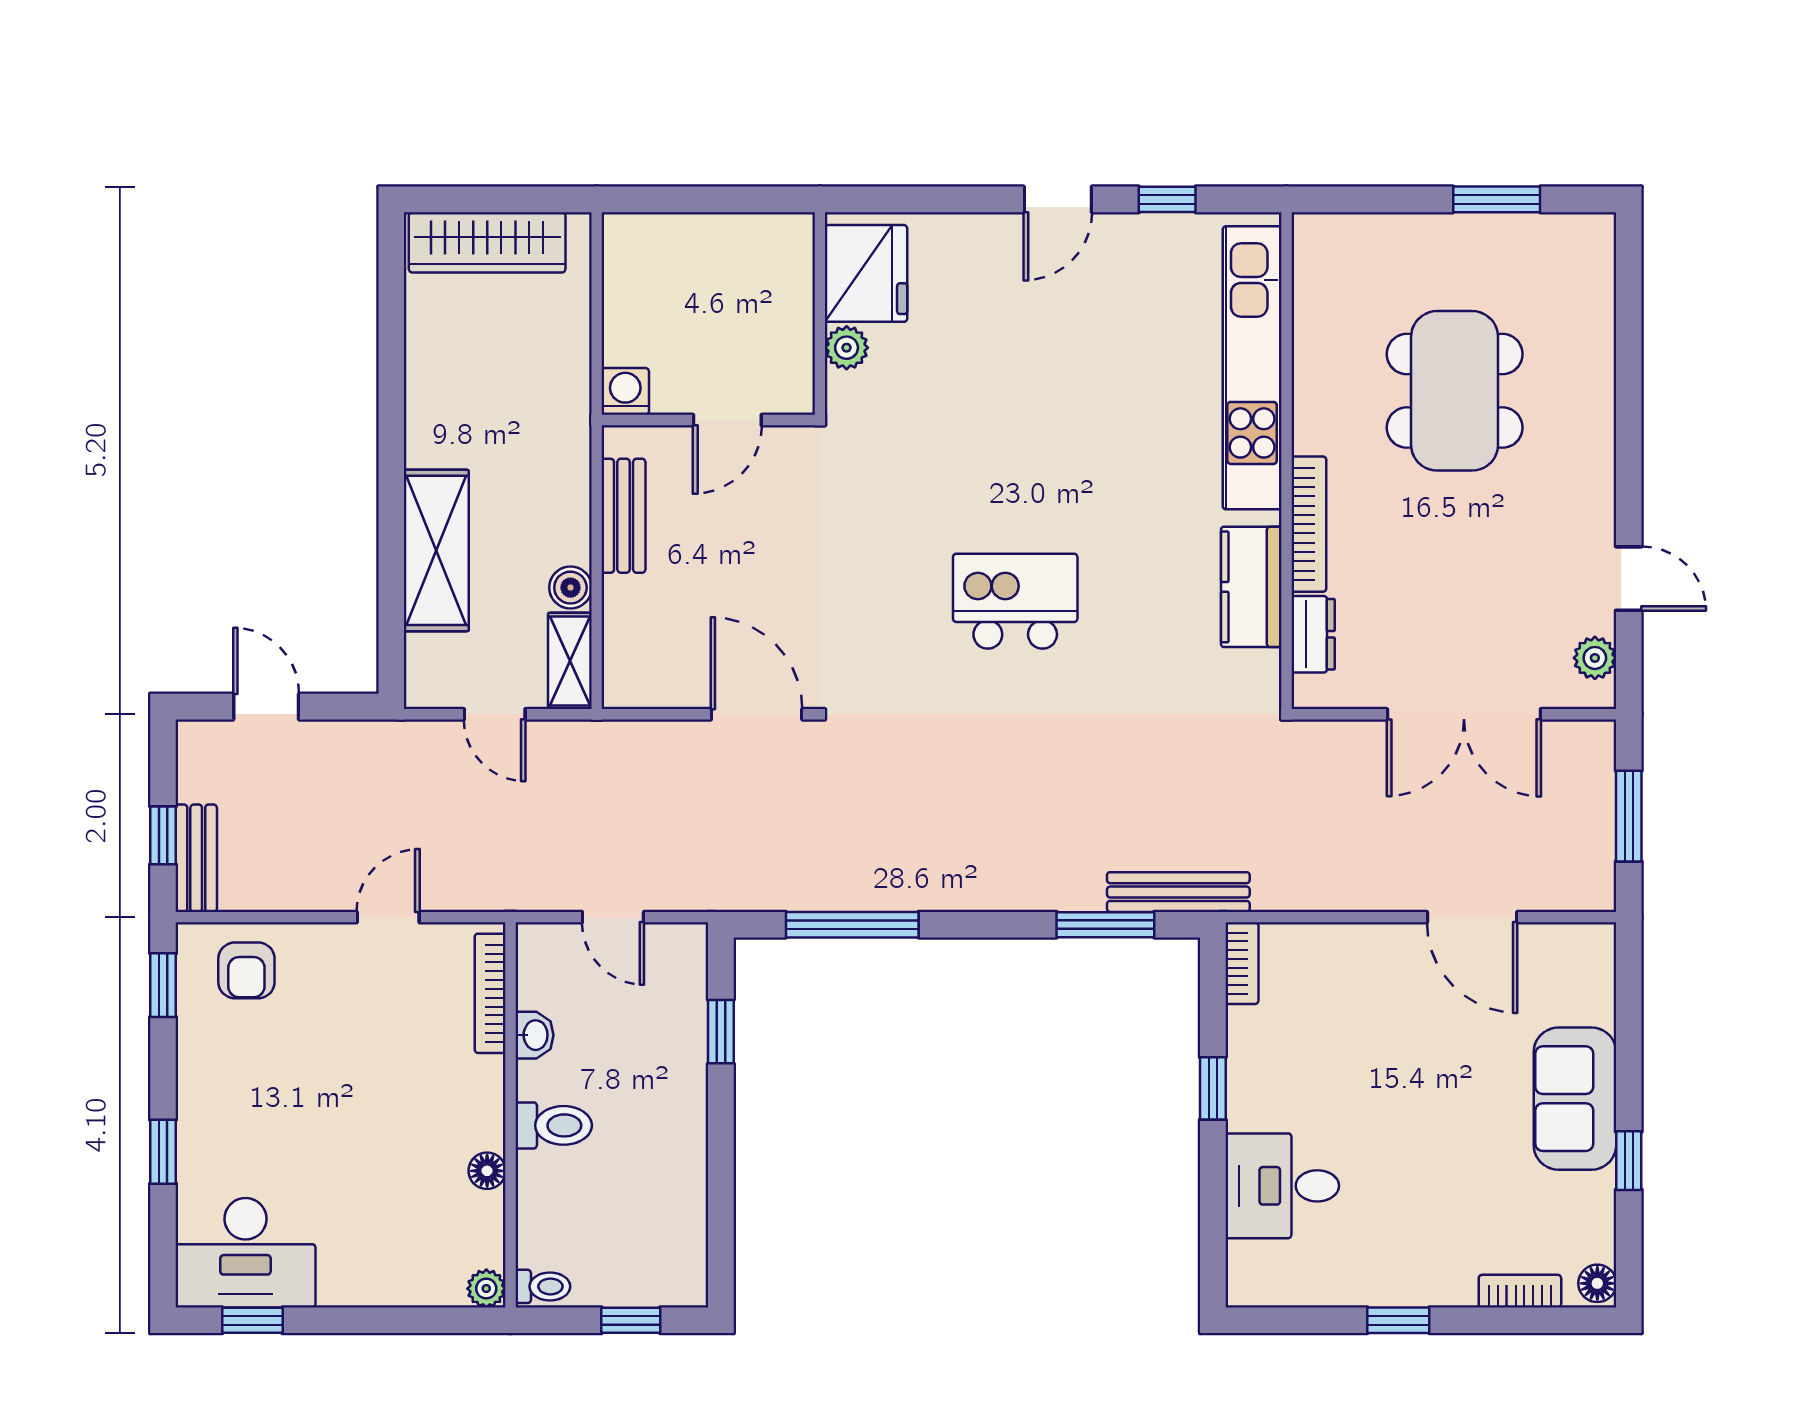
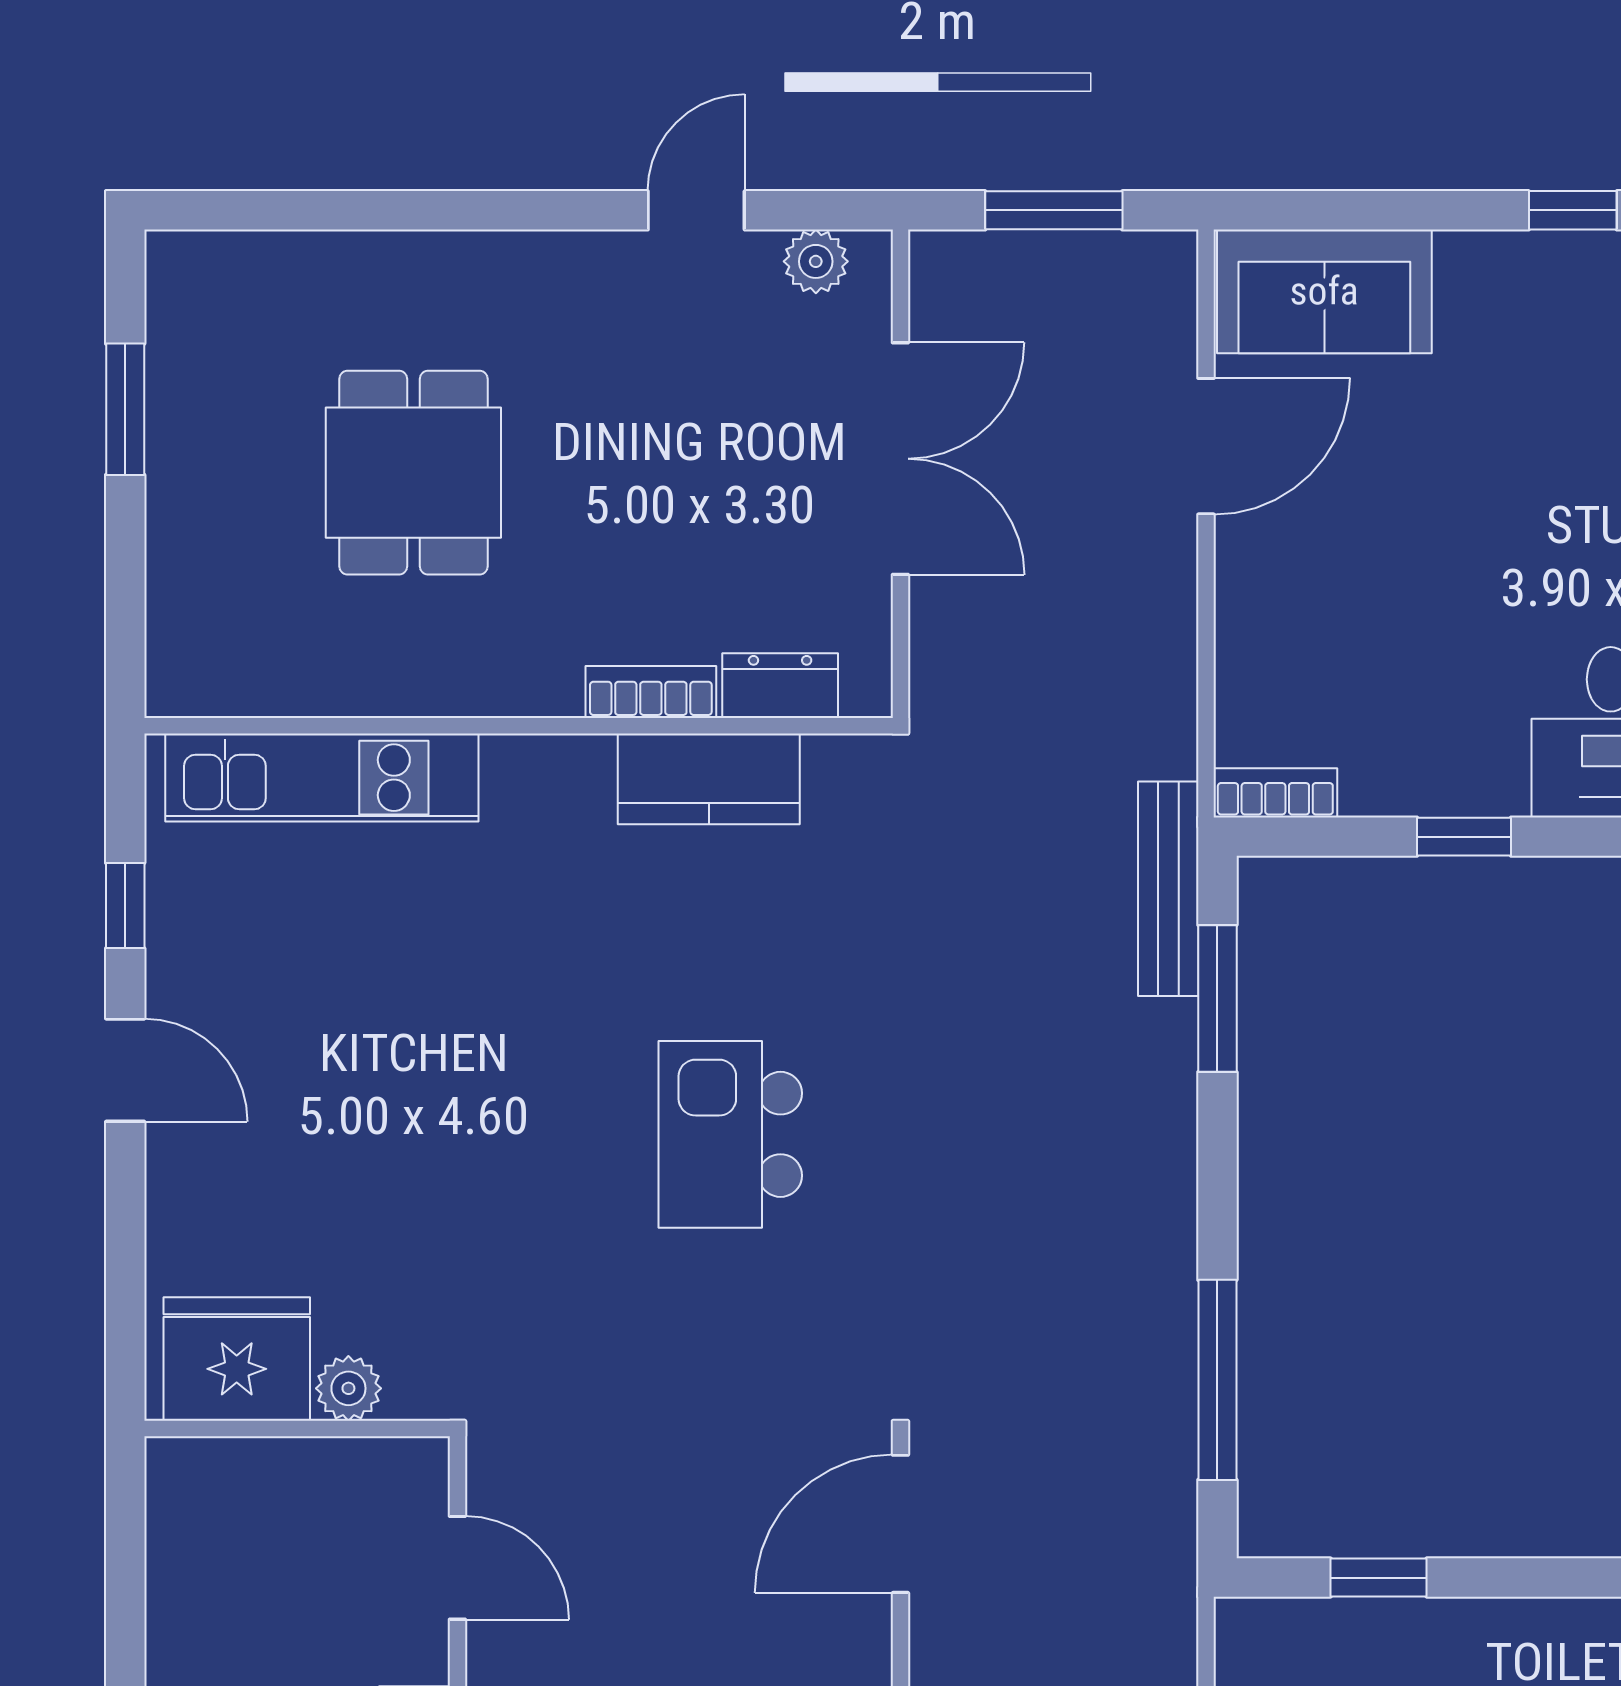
kitchen unit: (1252, 368) -> (322, 778), width x0.73
dining table: (1455, 391) -> (413, 473), width x0.73
bookcase: (1309, 524) -> (651, 692), width x0.64
sofa: (1575, 1099) -> (1324, 291), moved

